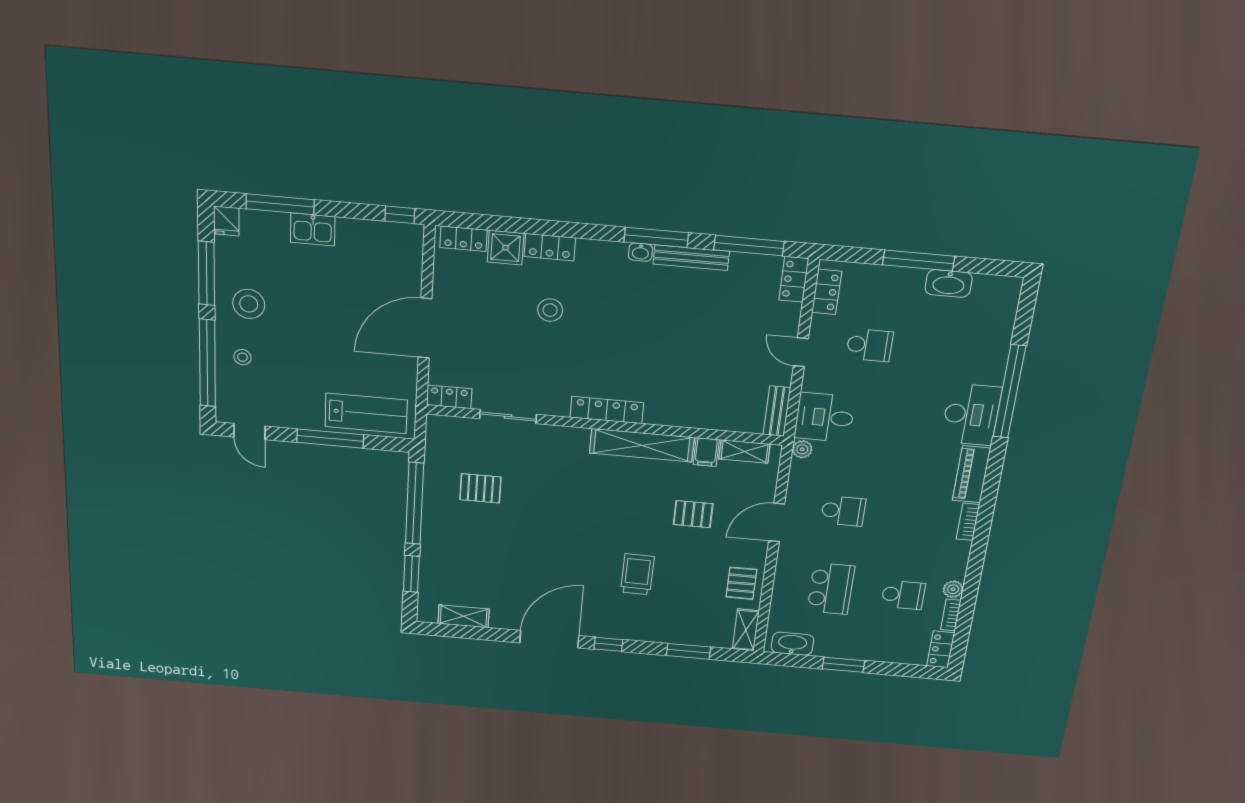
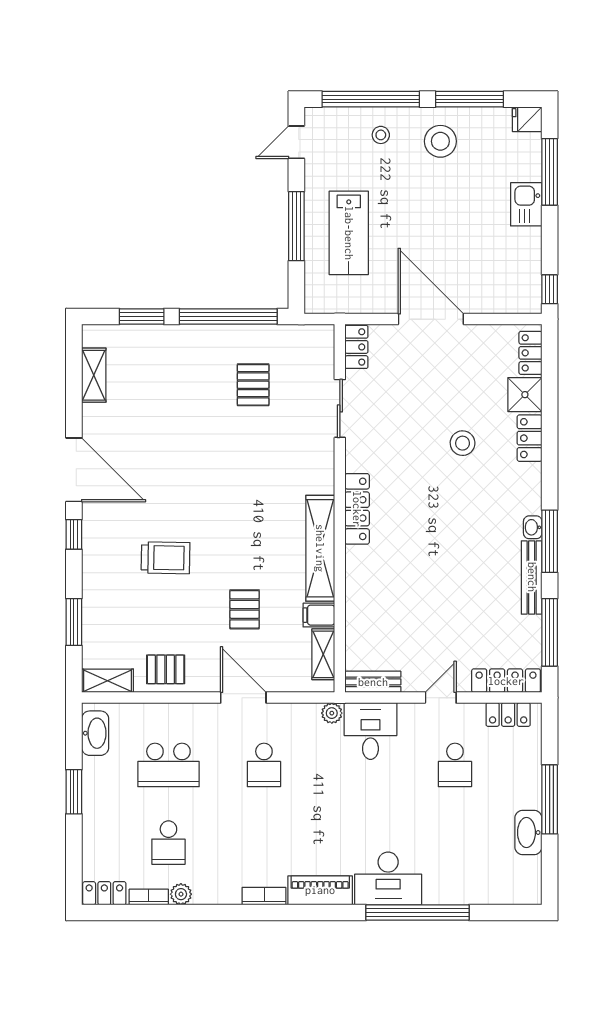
locker: (794, 279) -> (506, 681), width x1.53
lab bench: (366, 413) -> (349, 233), moved

